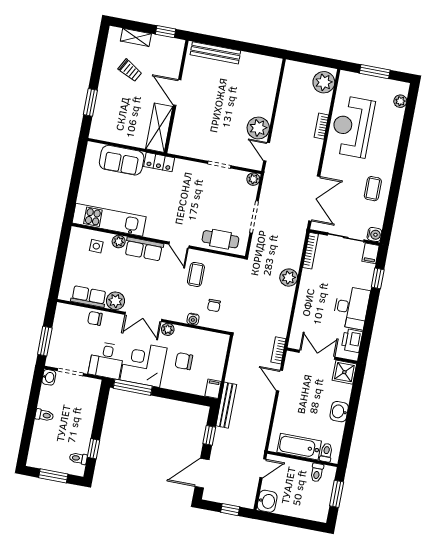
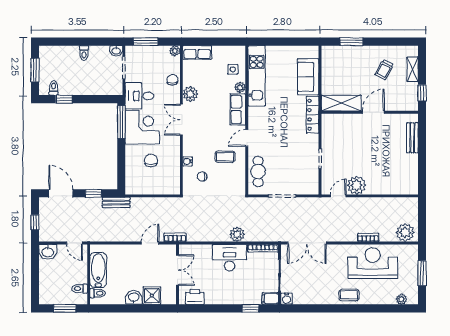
bench: (215, 53) -> (412, 138), width x0.73
locker: (159, 162) -> (313, 115), width x1.53
plant: (253, 179) -> (313, 189), removed
coffee table: (373, 189) -> (349, 295), moved
row of seats: (89, 297) -> (197, 52), moved, turned 90
desk: (351, 308) -> (230, 258), moved, turned 180
plant: (168, 329) -> (175, 51), moved
shower: (344, 372) -> (152, 296), moved
filing cabinet: (213, 389) -> (133, 189), removed
bench: (226, 405) -> (116, 203), width x0.73

